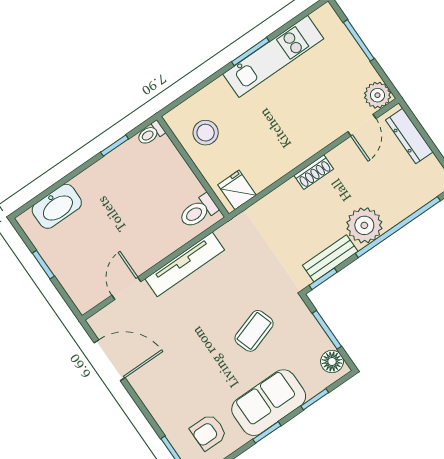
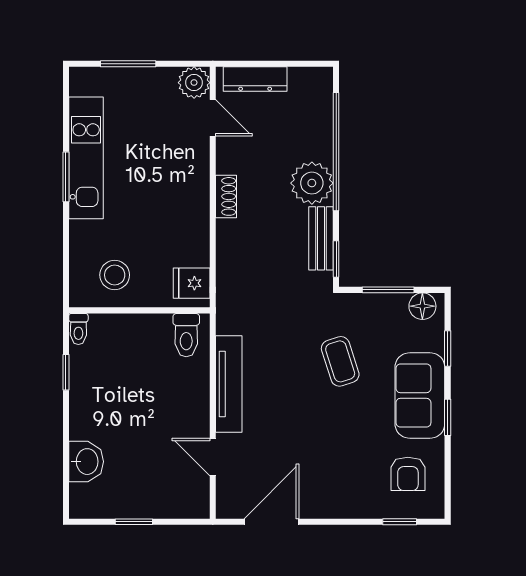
washbasin: (57, 206) -> (86, 462), width x0.72

